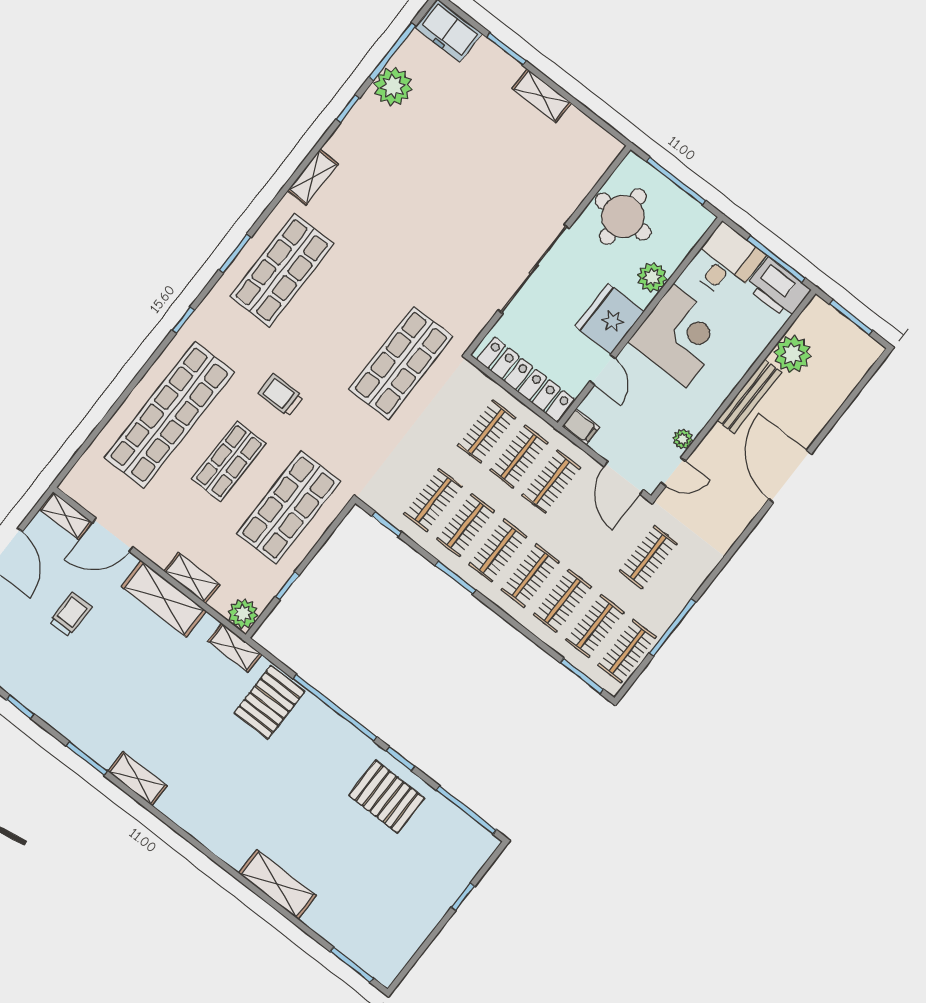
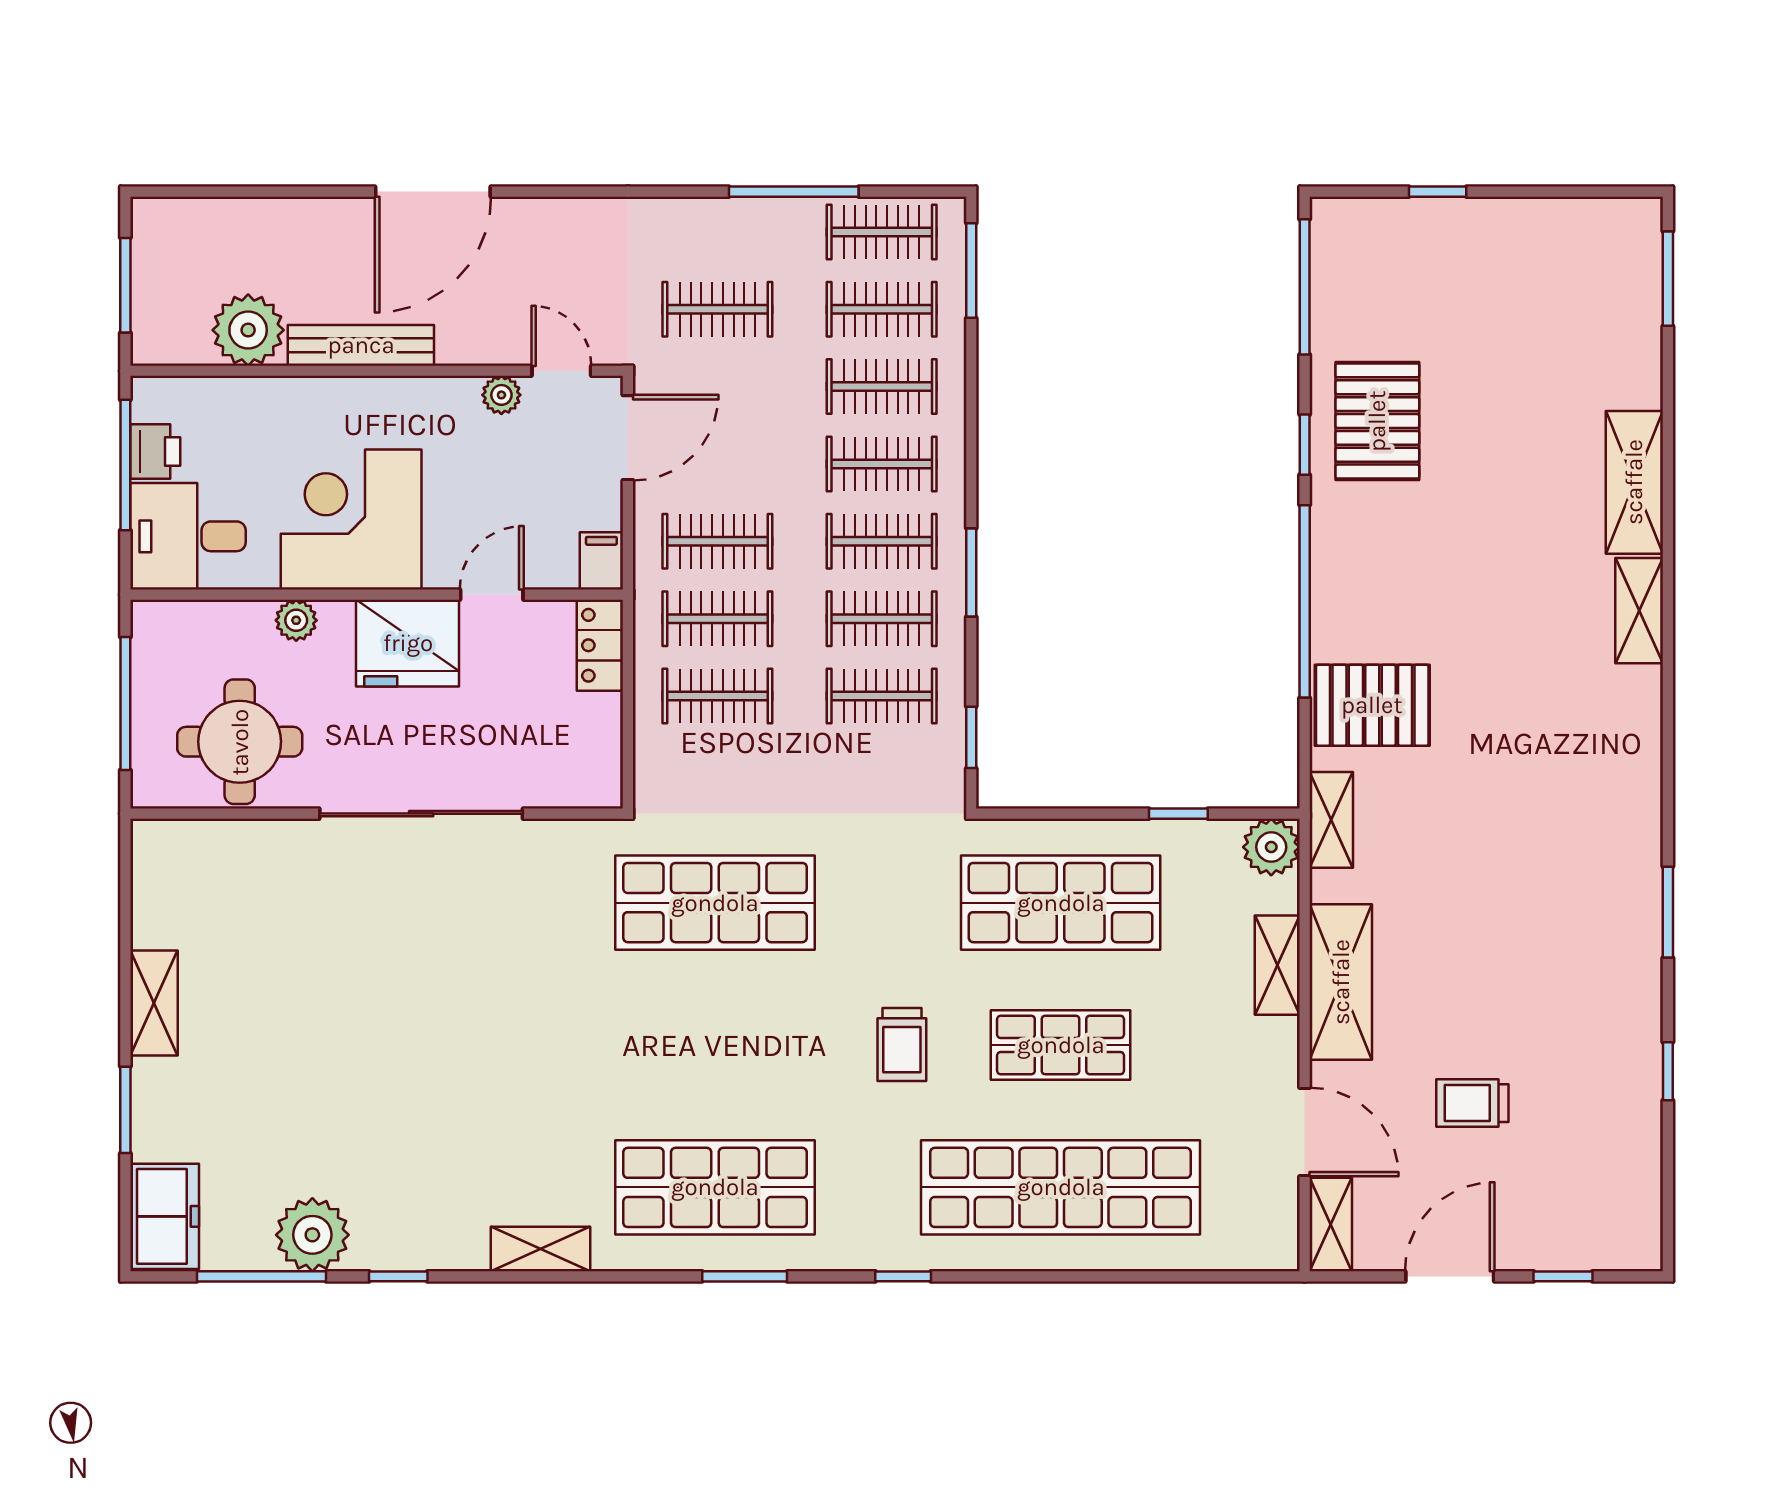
plant: (652, 277) -> (296, 620), width x0.73, depth x0.73
printer: (778, 289) -> (155, 451), width x0.53, depth x0.68
locker: (525, 379) -> (600, 645), width x0.46, depth x0.83
shelving: (137, 779) -> (1639, 611), moved

